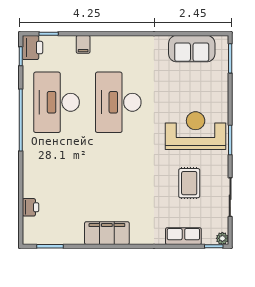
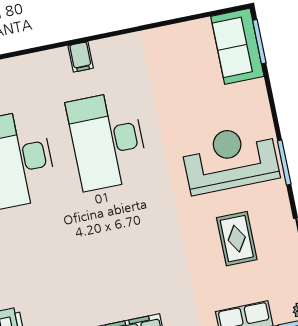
filing cabinet: (83, 44) -> (81, 57), moved
sofa: (192, 49) -> (237, 46), moved, turned 90

